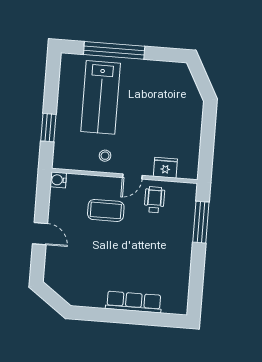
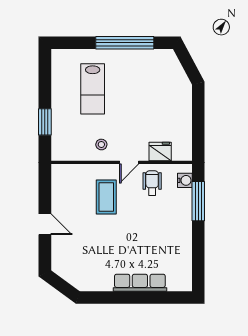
window: (114, 50) -> (125, 43), moved
lab bench: (101, 97) -> (93, 89), width x0.73, depth x0.72
water cooler: (58, 180) -> (185, 180), moved, turned 180
coffee table: (106, 210) -> (106, 197), turned 90

